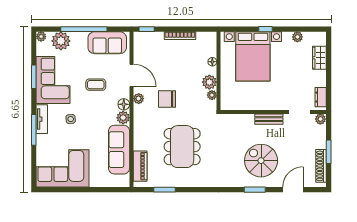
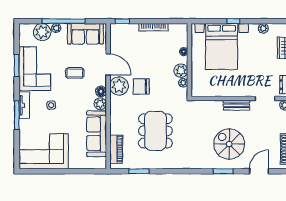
plant: (41, 37) -> (56, 28), moved
plant: (139, 99) -> (119, 86), width x1.87, depth x1.87

